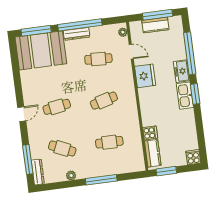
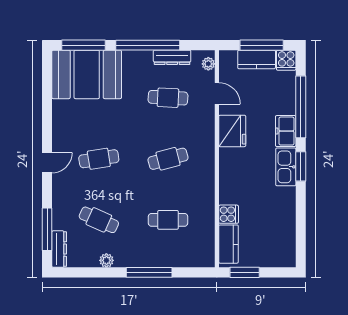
dresser: (77, 34) -> (172, 57), moved
cooker: (193, 157) -> (286, 60), moved, turned 180

